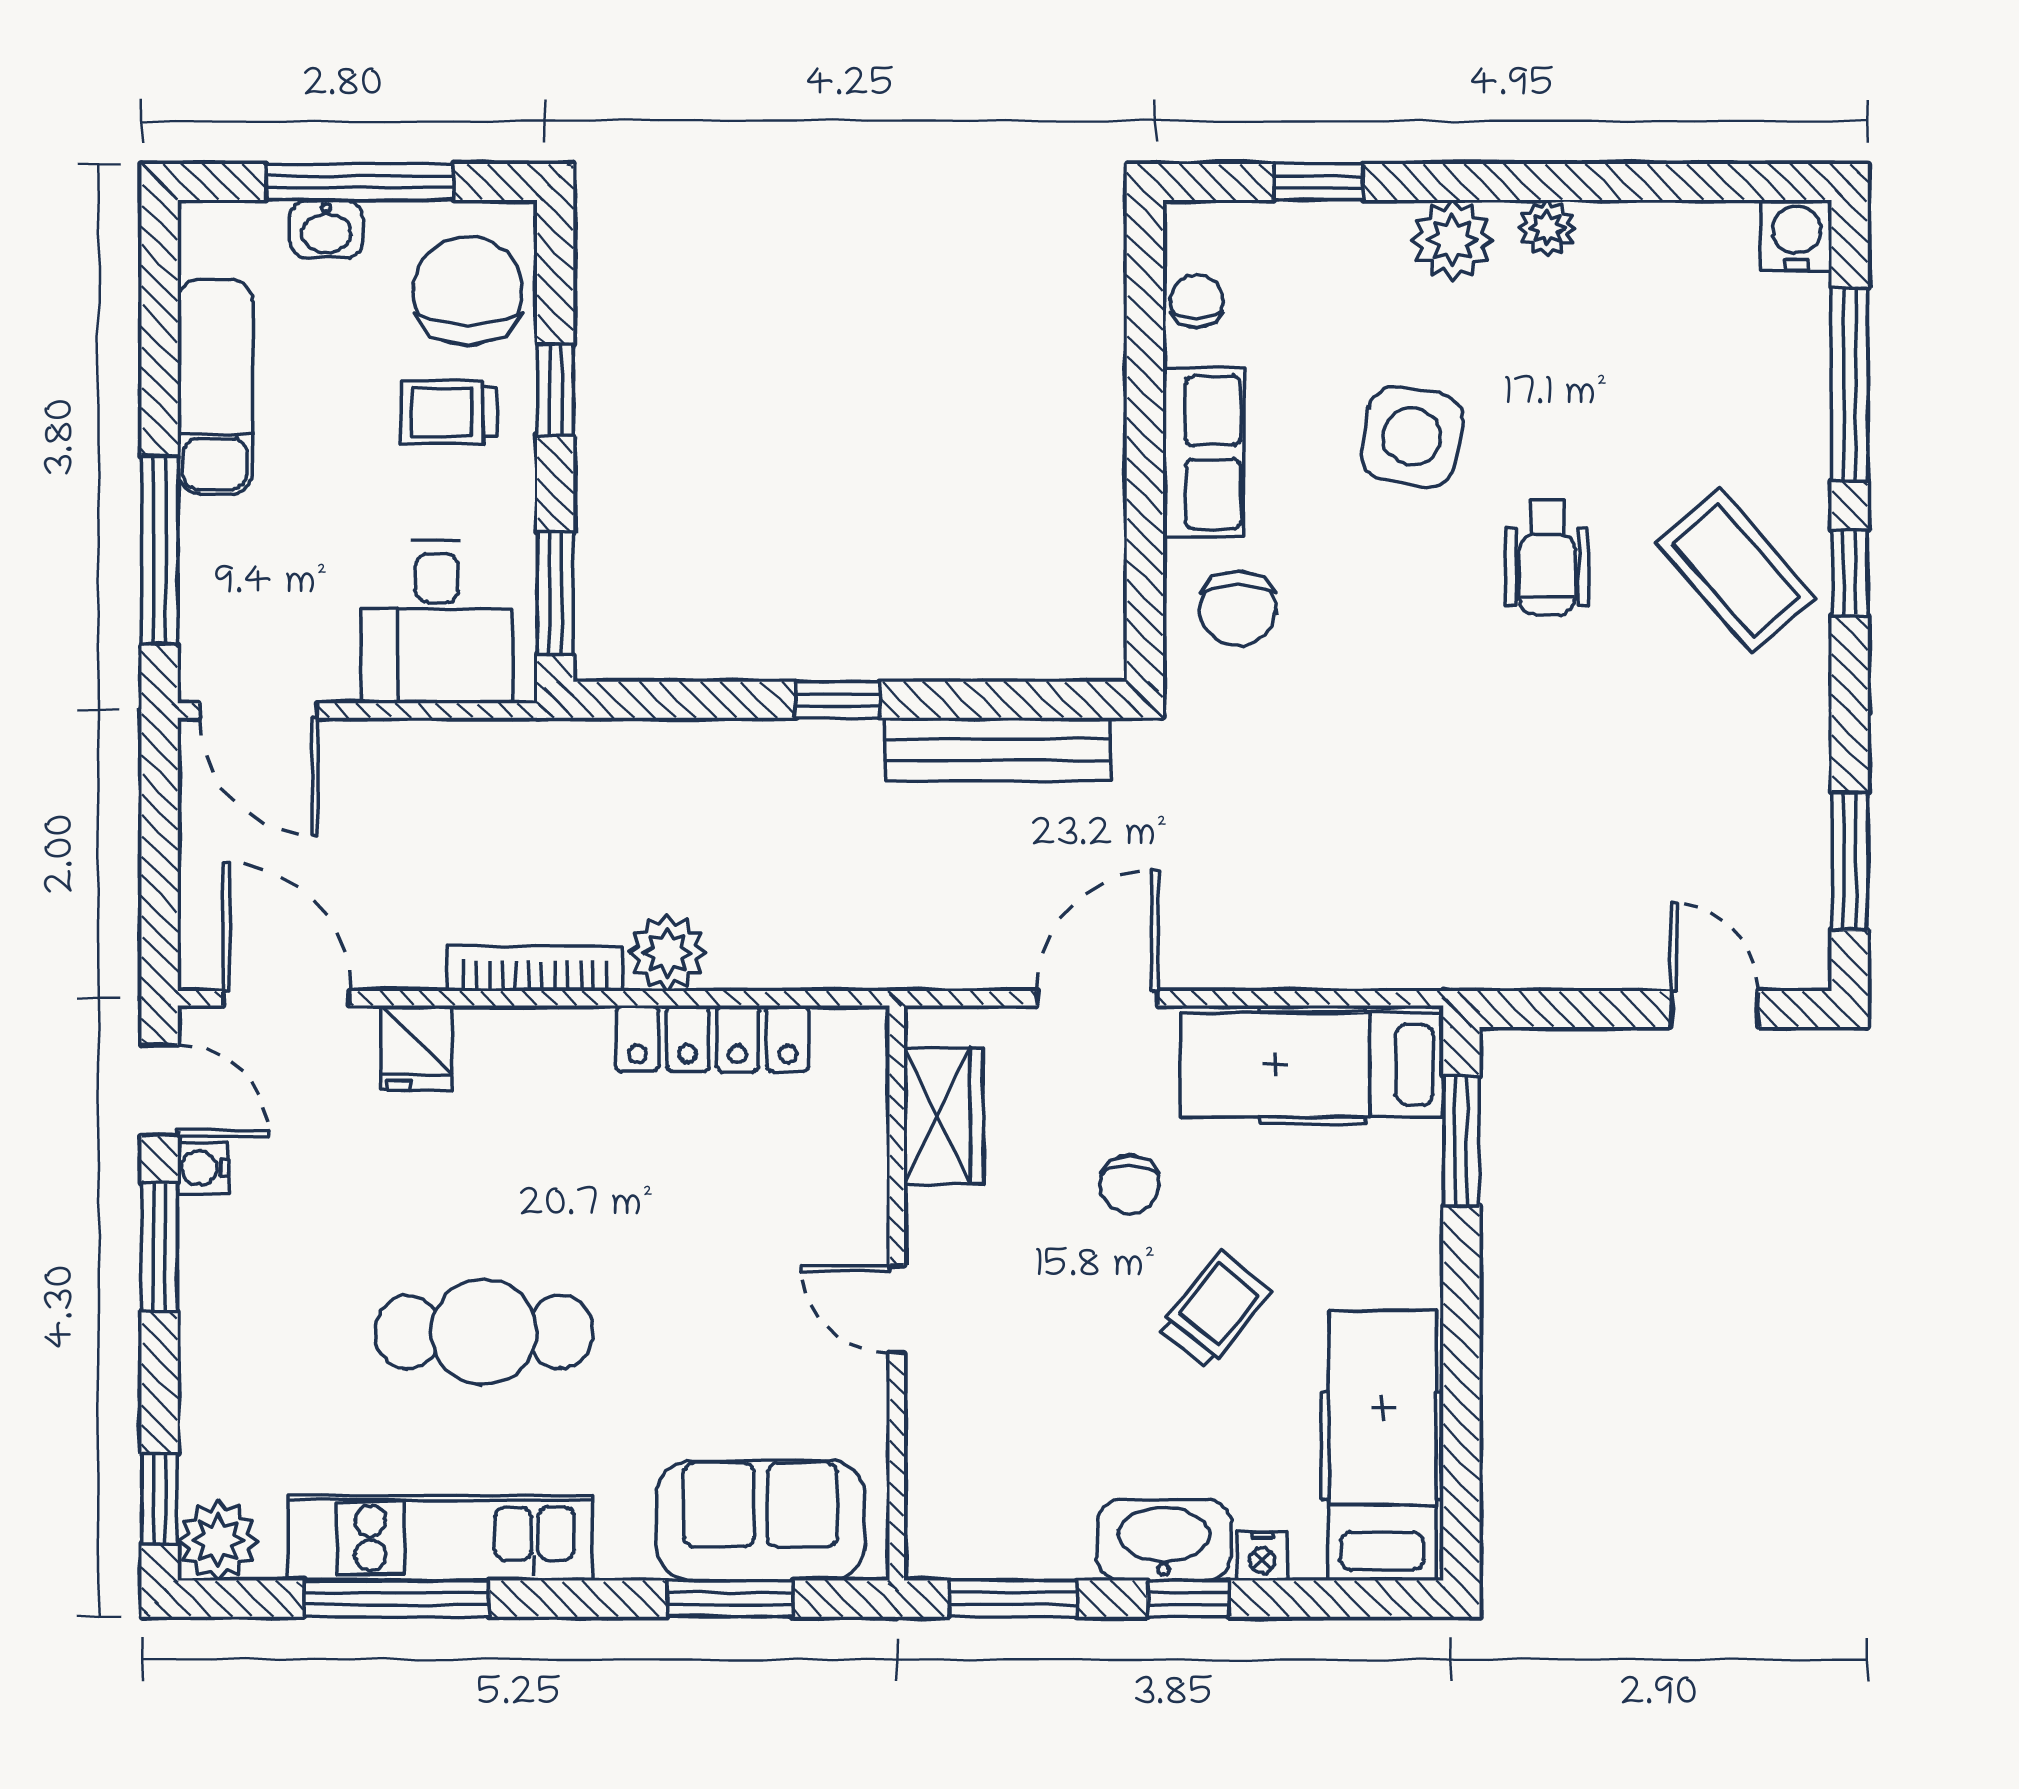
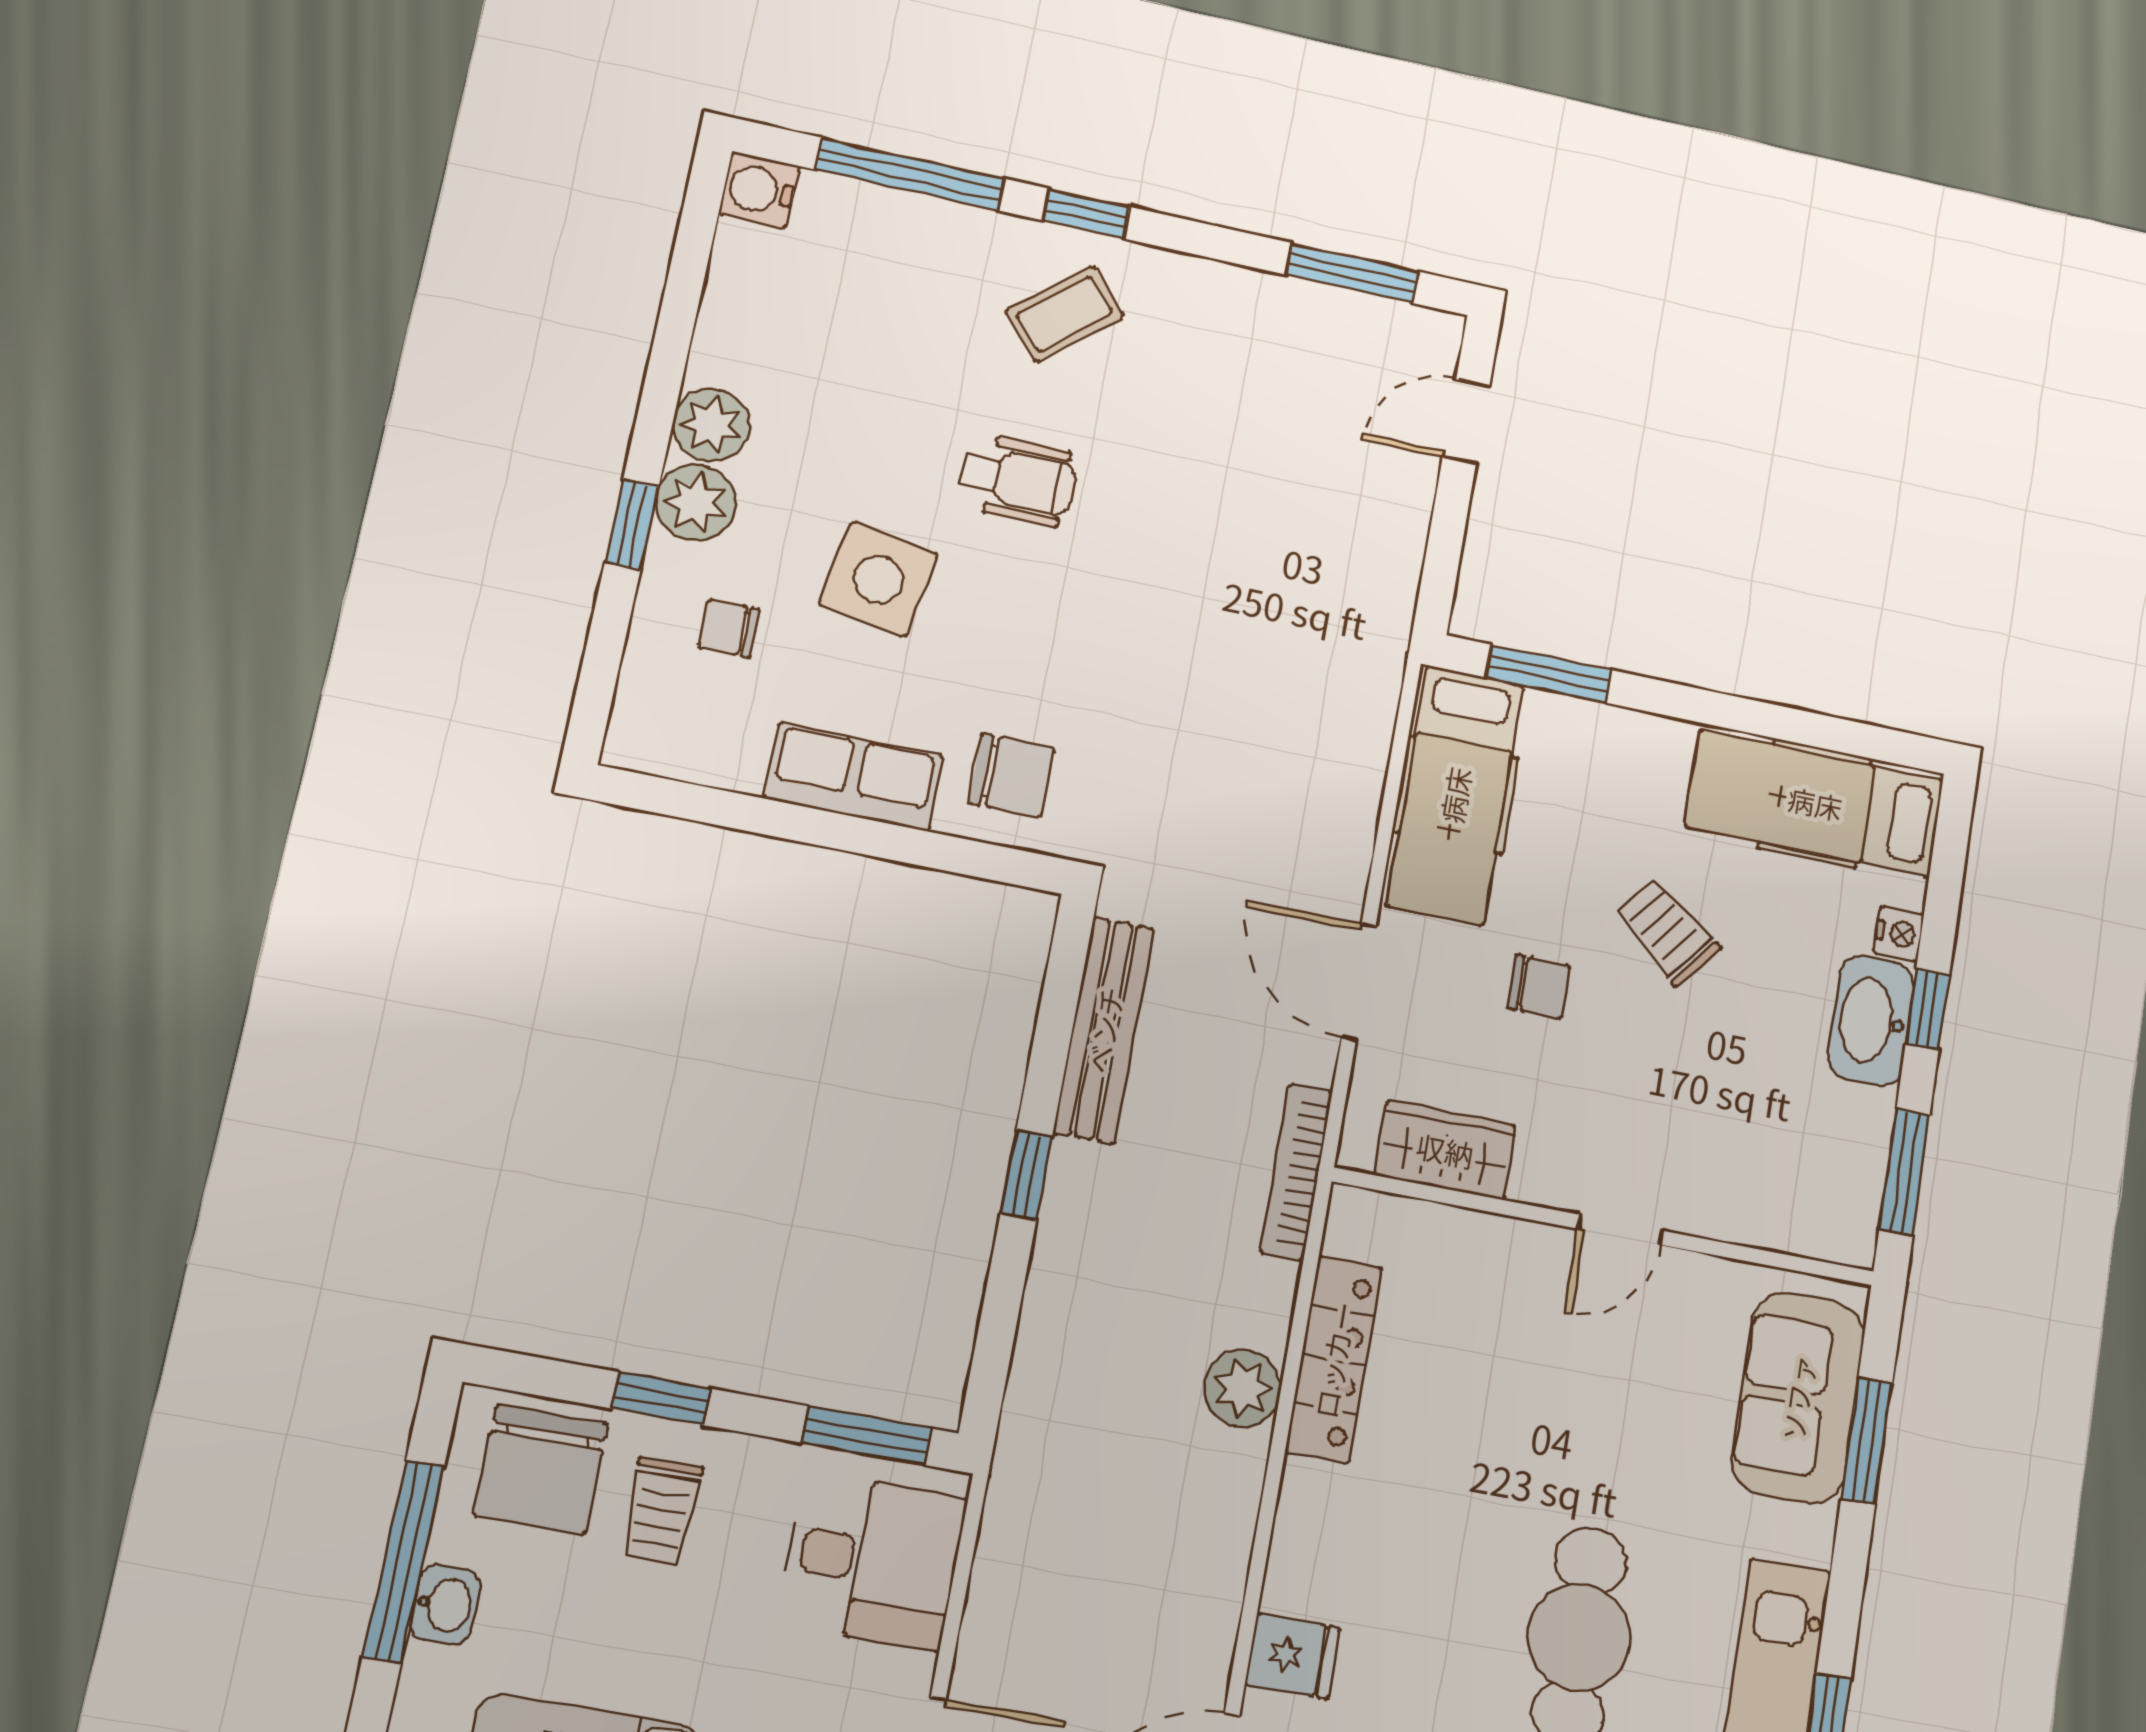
window: (1319, 182) -> (632, 524), moved
plant: (1547, 228) -> (711, 425), width x1.38, depth x1.38
chair: (468, 291) -> (541, 1469), turned -90
chair: (1197, 301) -> (729, 628), moved
coffee table: (1736, 571) -> (1065, 314), width x0.73, depth x0.77
bookcase: (535, 969) -> (1296, 1172), moved

